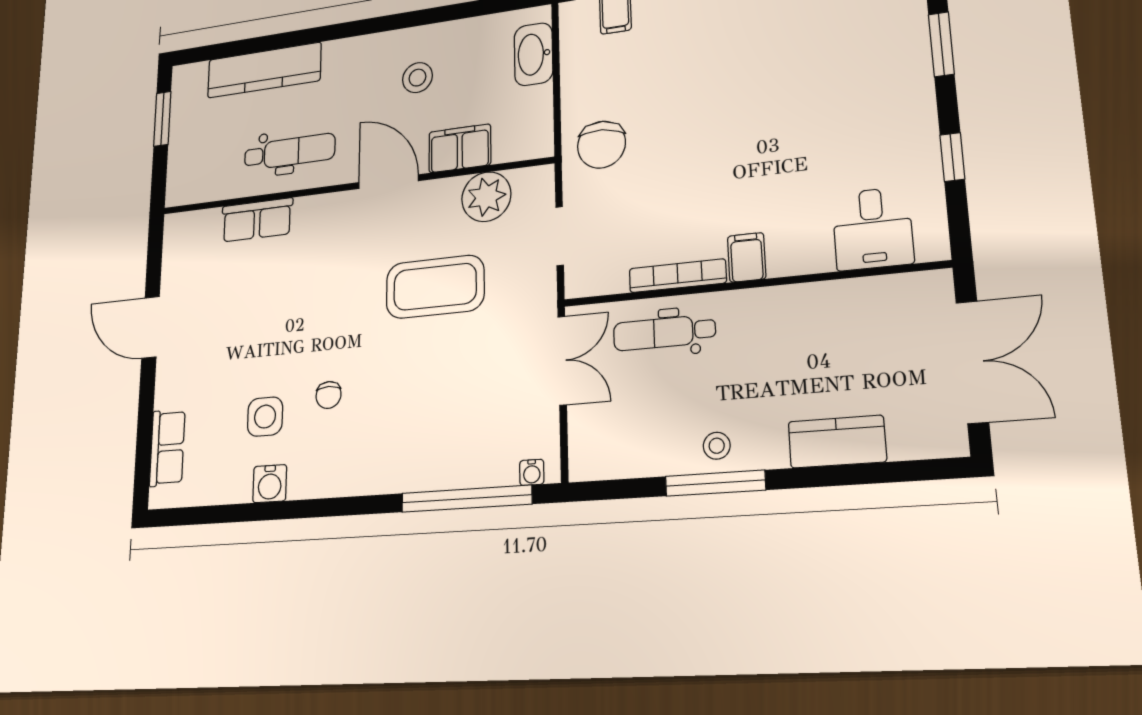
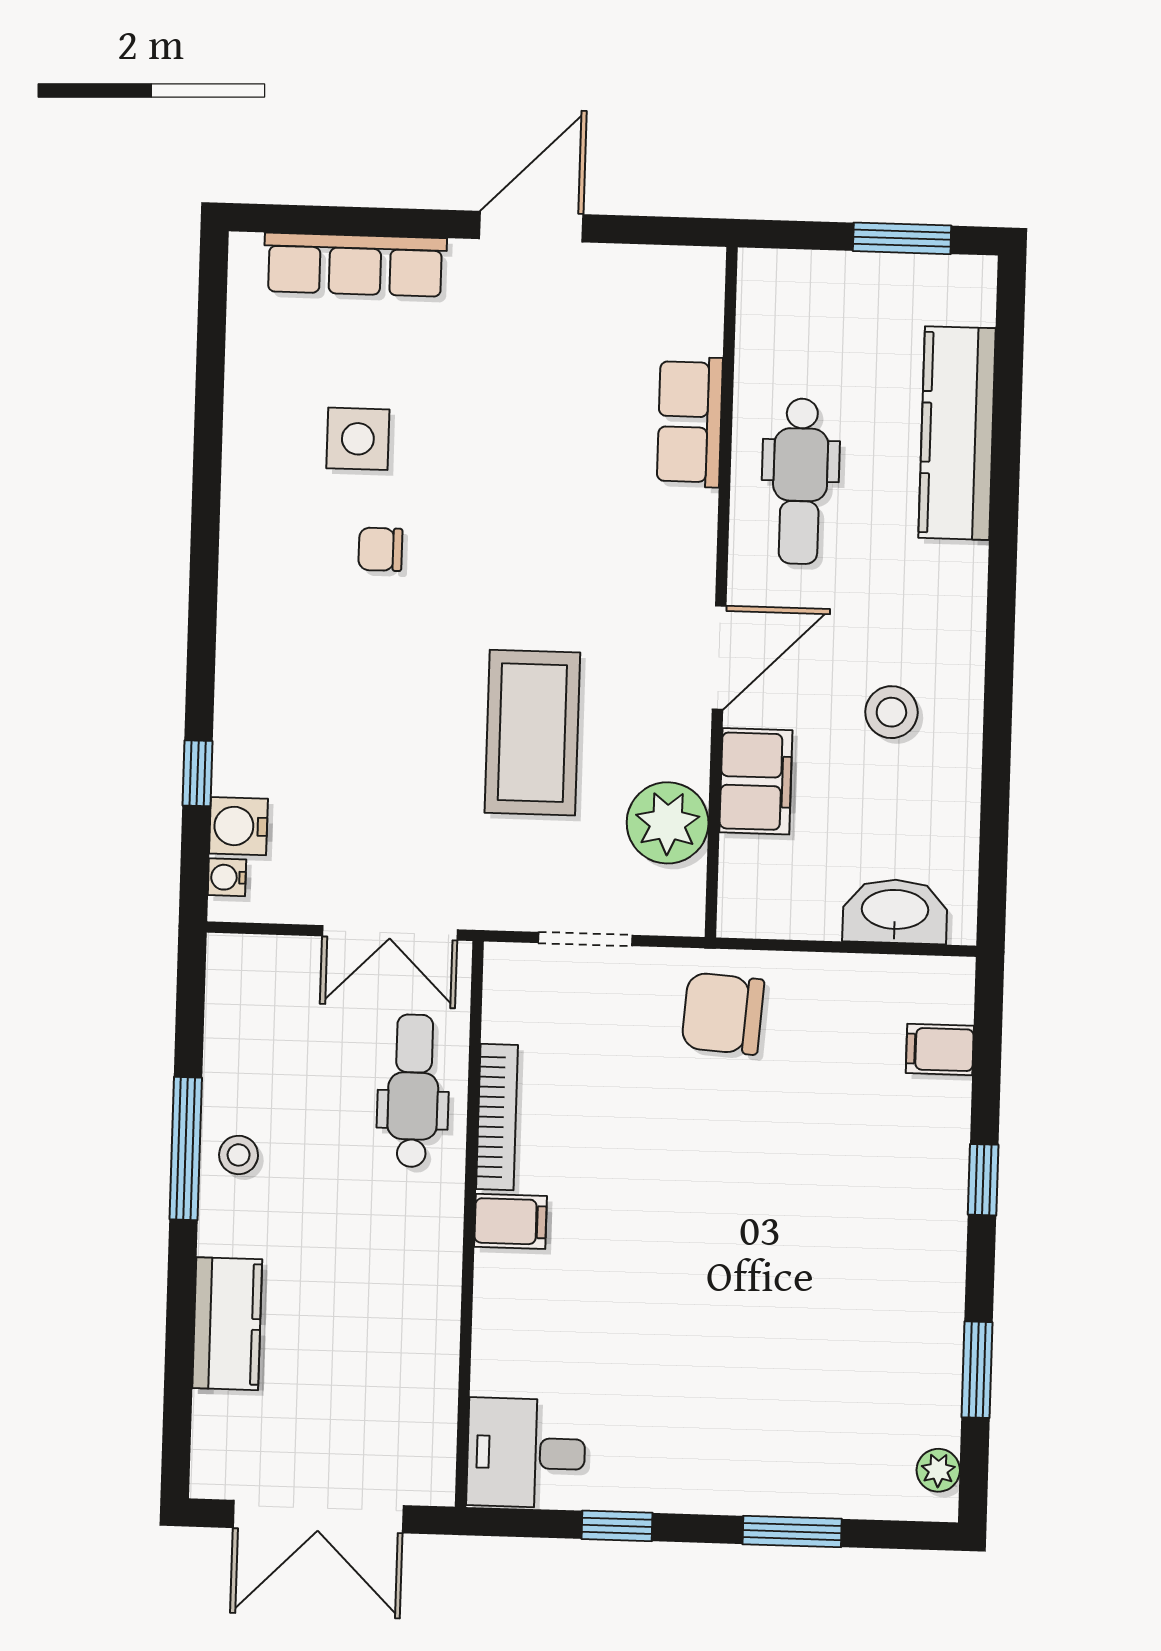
desk: (873, 229) -> (526, 1453), moved
row of seats: (167, 448) -> (355, 265), width x1.48
water cooler: (270, 484) -> (238, 826), moved
window: (466, 499) -> (198, 773), width x0.32

